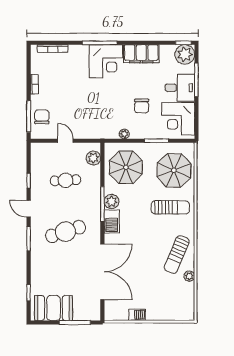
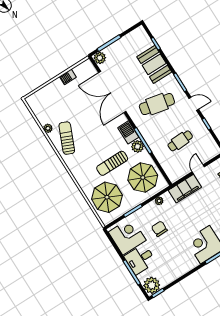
filing cabinet: (141, 54) -> (185, 189), moved, turned 180
door: (65, 141) -> (198, 169), swing flipped
plant: (93, 158) -> (100, 58), moved
sun lounger: (170, 207) -> (112, 163), moved
cafe table: (65, 232) -> (157, 104), turned 30
booth: (54, 308) -> (154, 64), moved, turned 90

